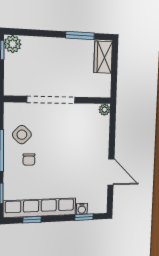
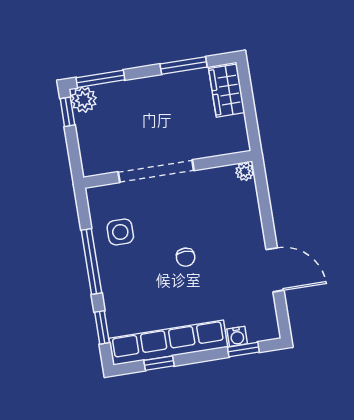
window: (26, 32) -> (100, 79), added
side table: (22, 135) -> (120, 232), turned 45
chair: (29, 159) -> (186, 257), moved

